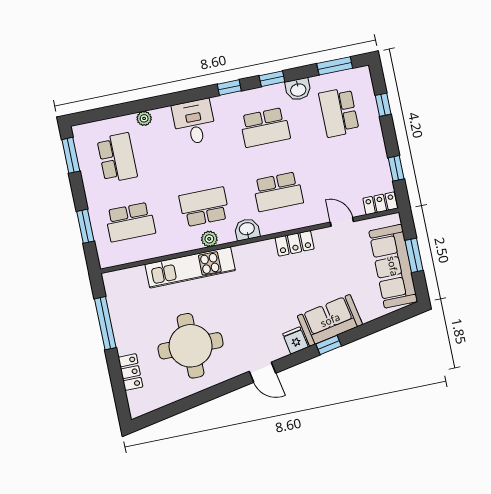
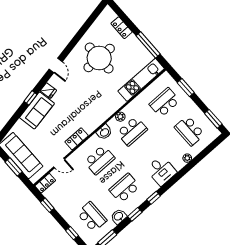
school desk: (278, 192) -> (99, 160), turned 180
kitchen unit: (190, 267) -> (141, 80), moved
door: (262, 372) -> (56, 65), swing flipped

